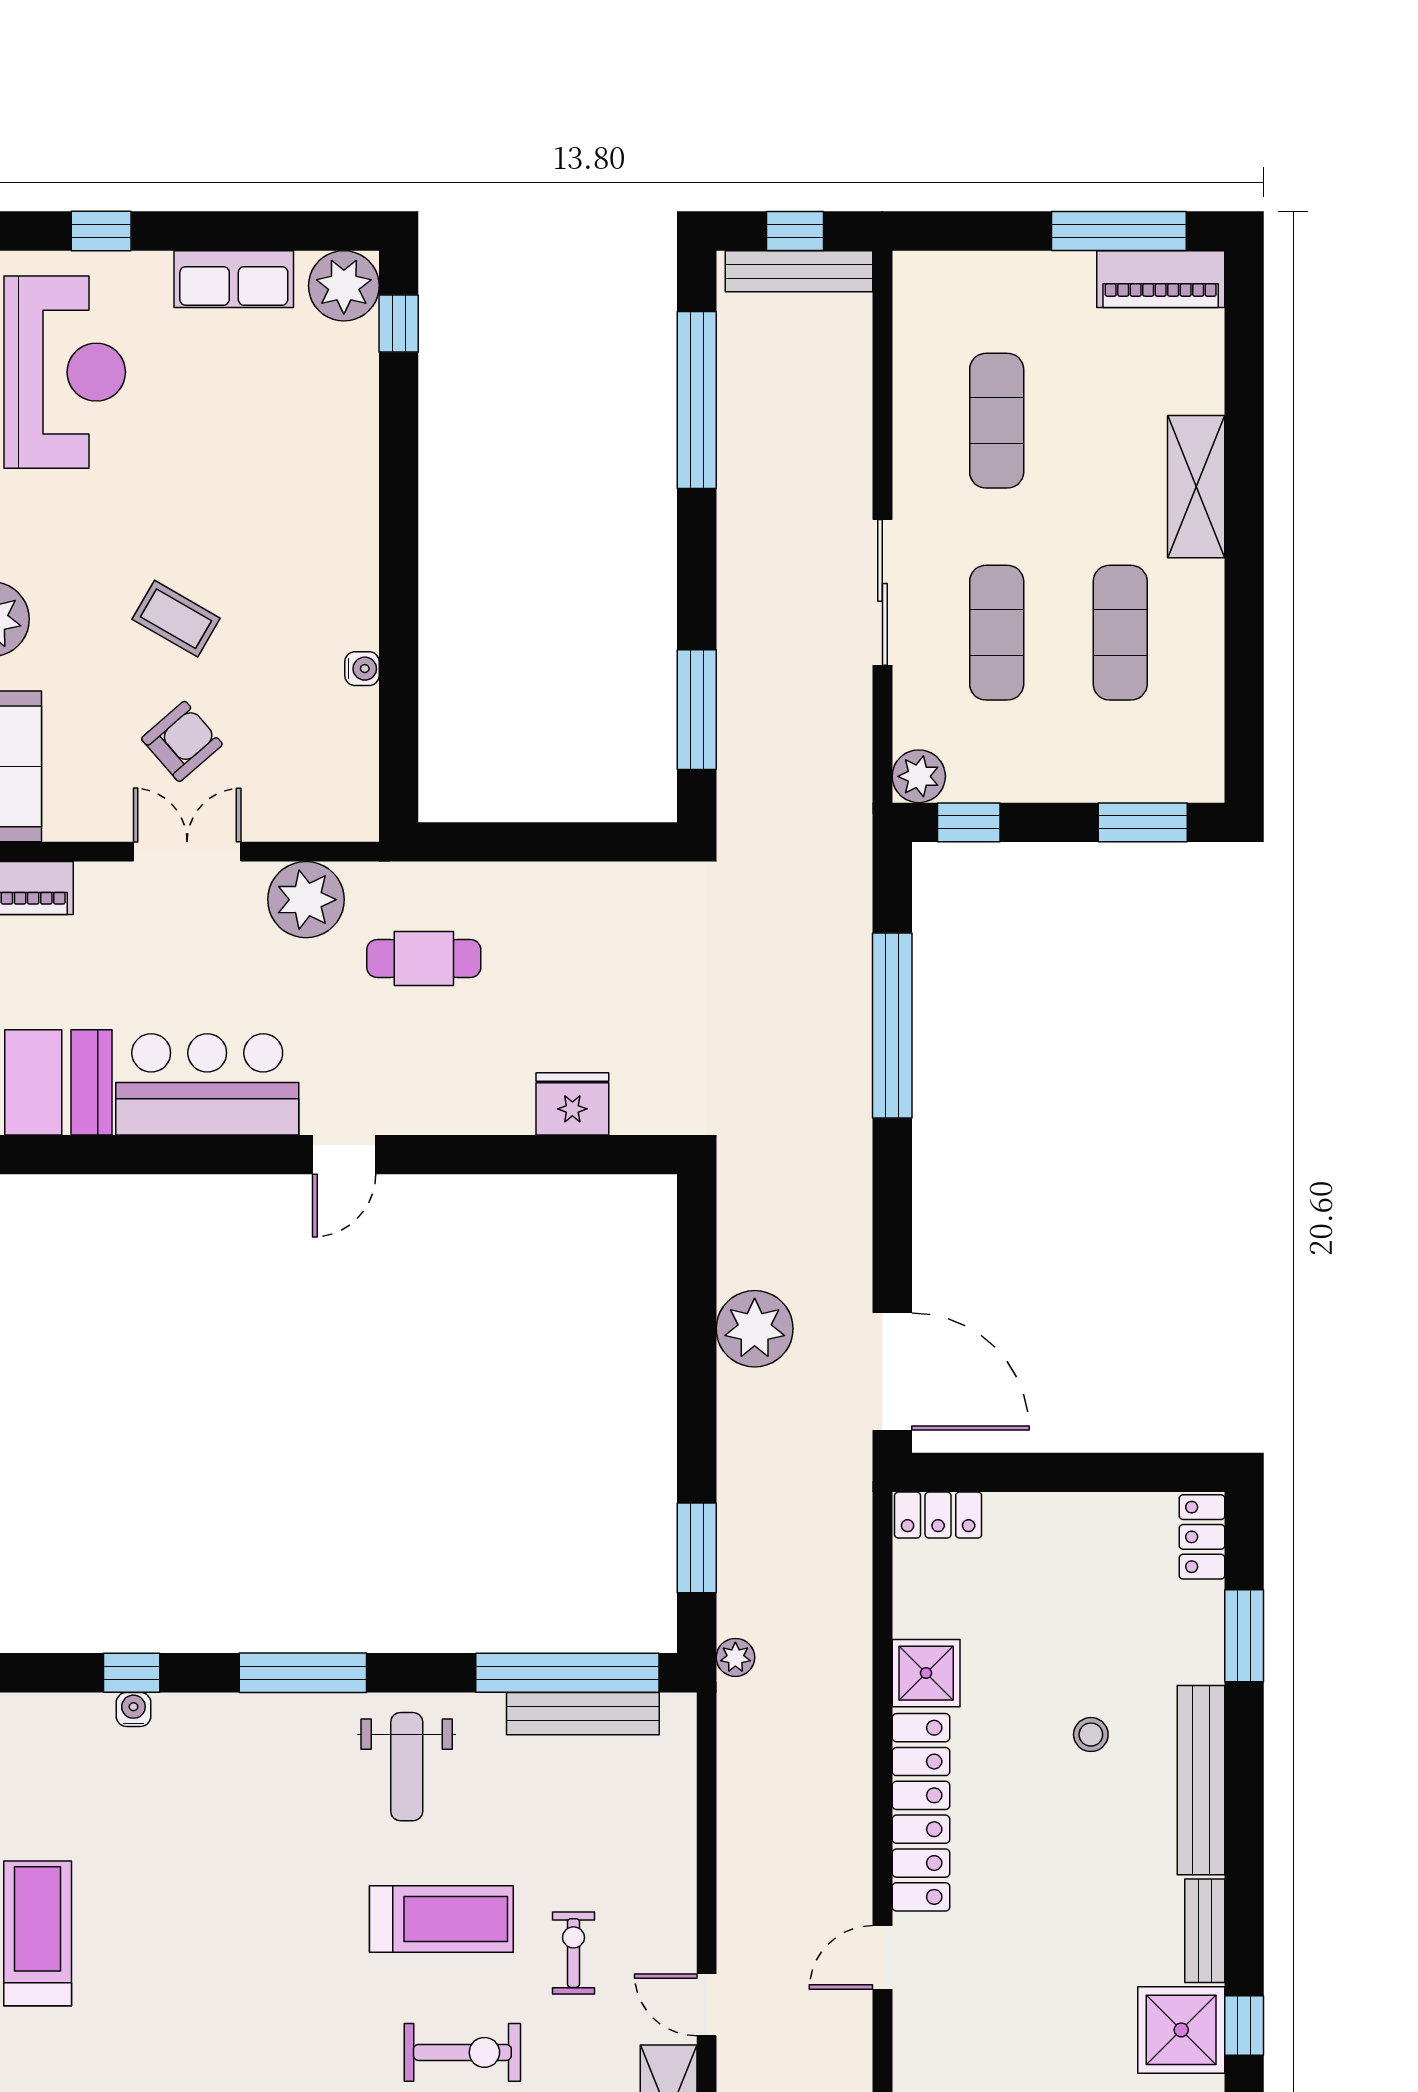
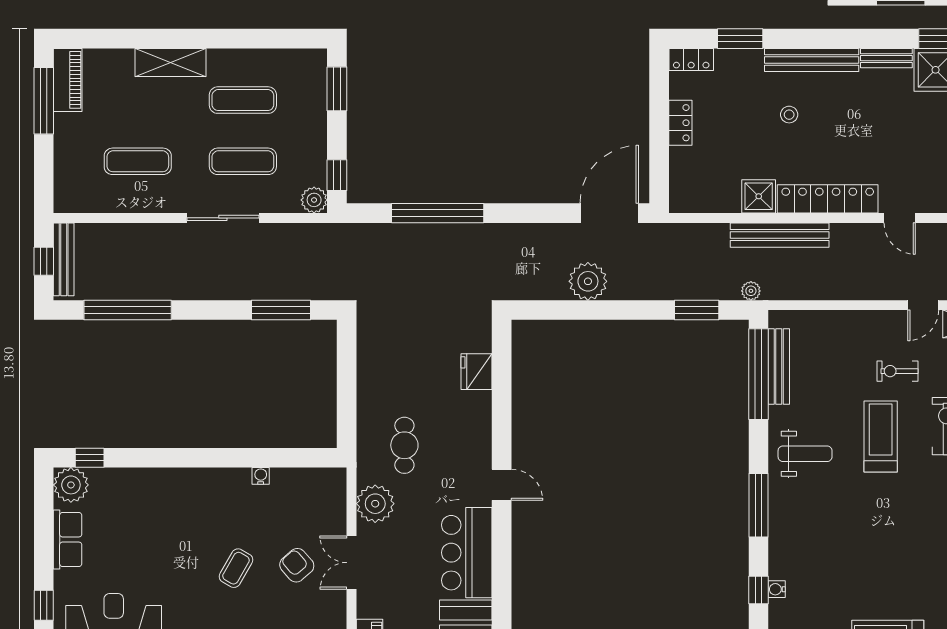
locker: (938, 1515) -> (680, 123), moved
bench: (848, 1715) -> (780, 235), added

